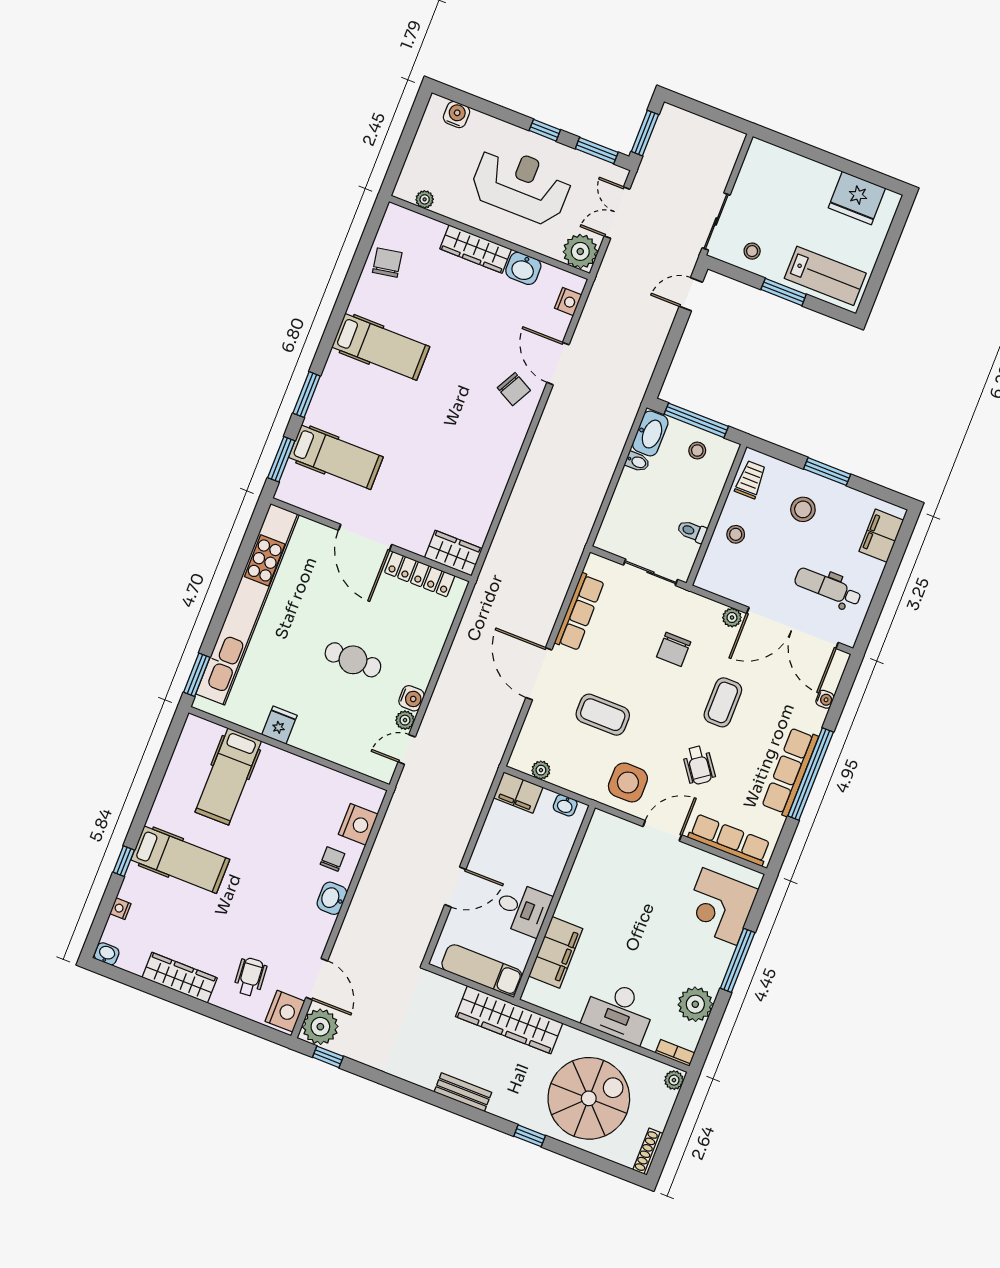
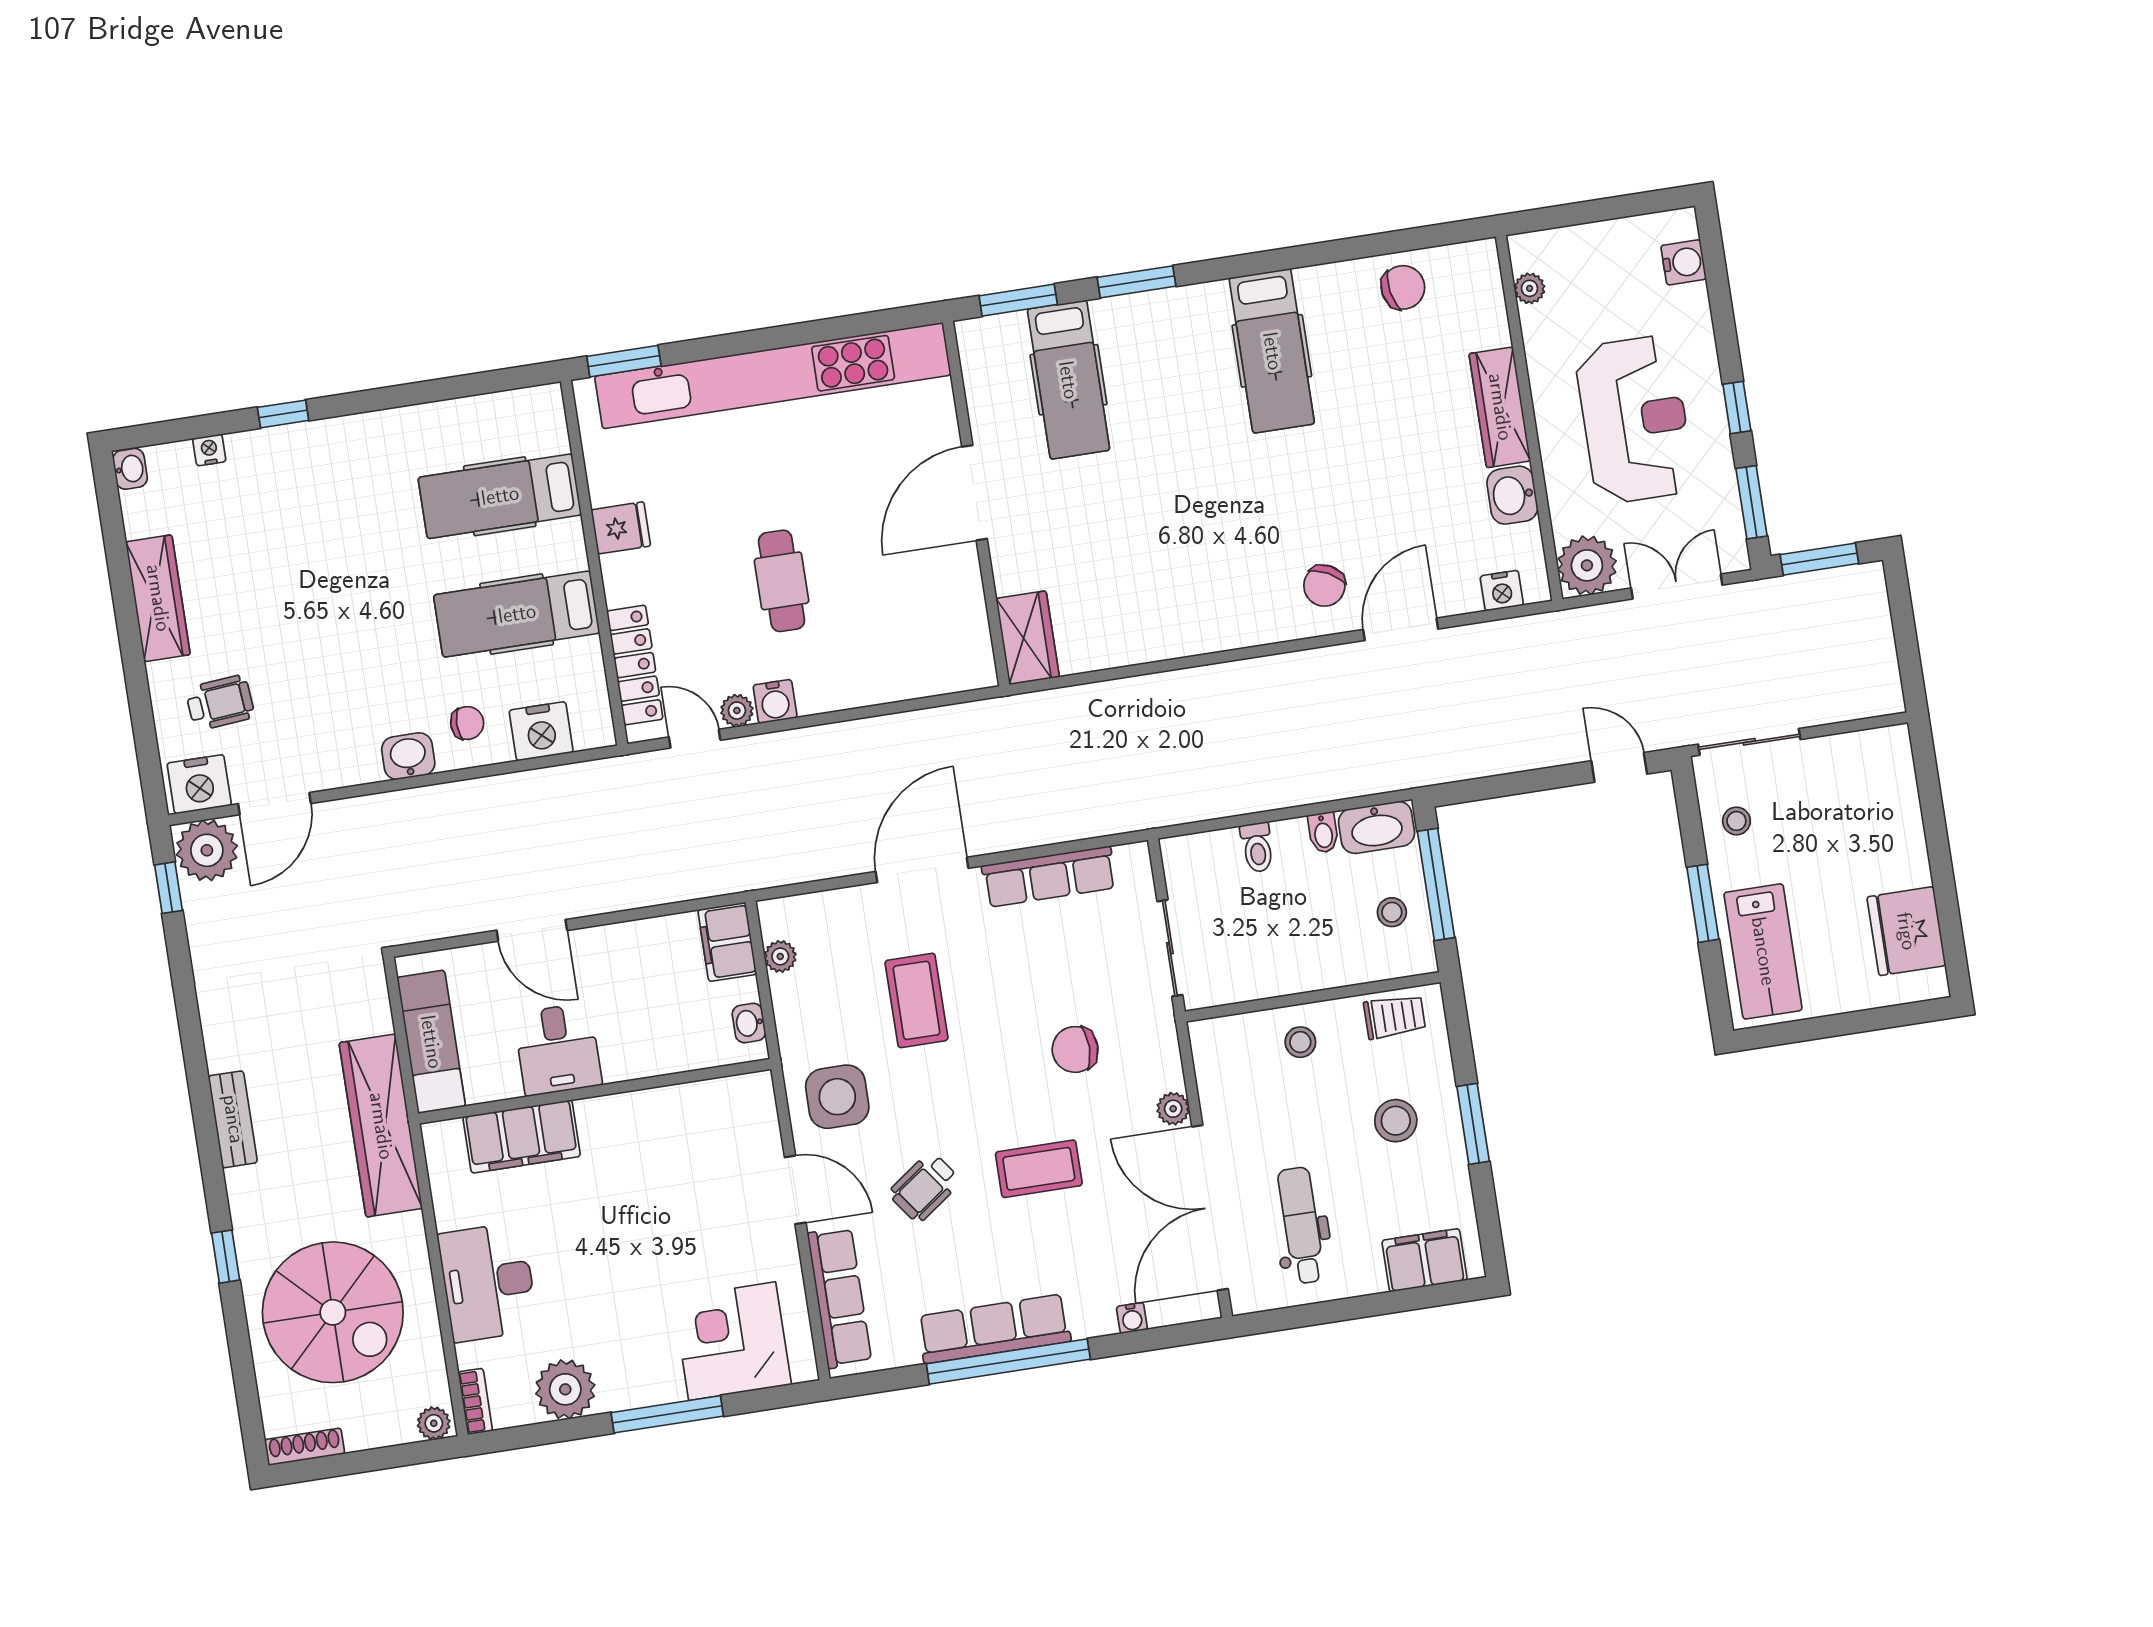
toilet: (692, 531) -> (1257, 847), moved, turned 180
locker: (420, 574) -> (635, 665), moved, turned 180
hospital bed: (180, 860) -> (517, 614), moved, turned 90

